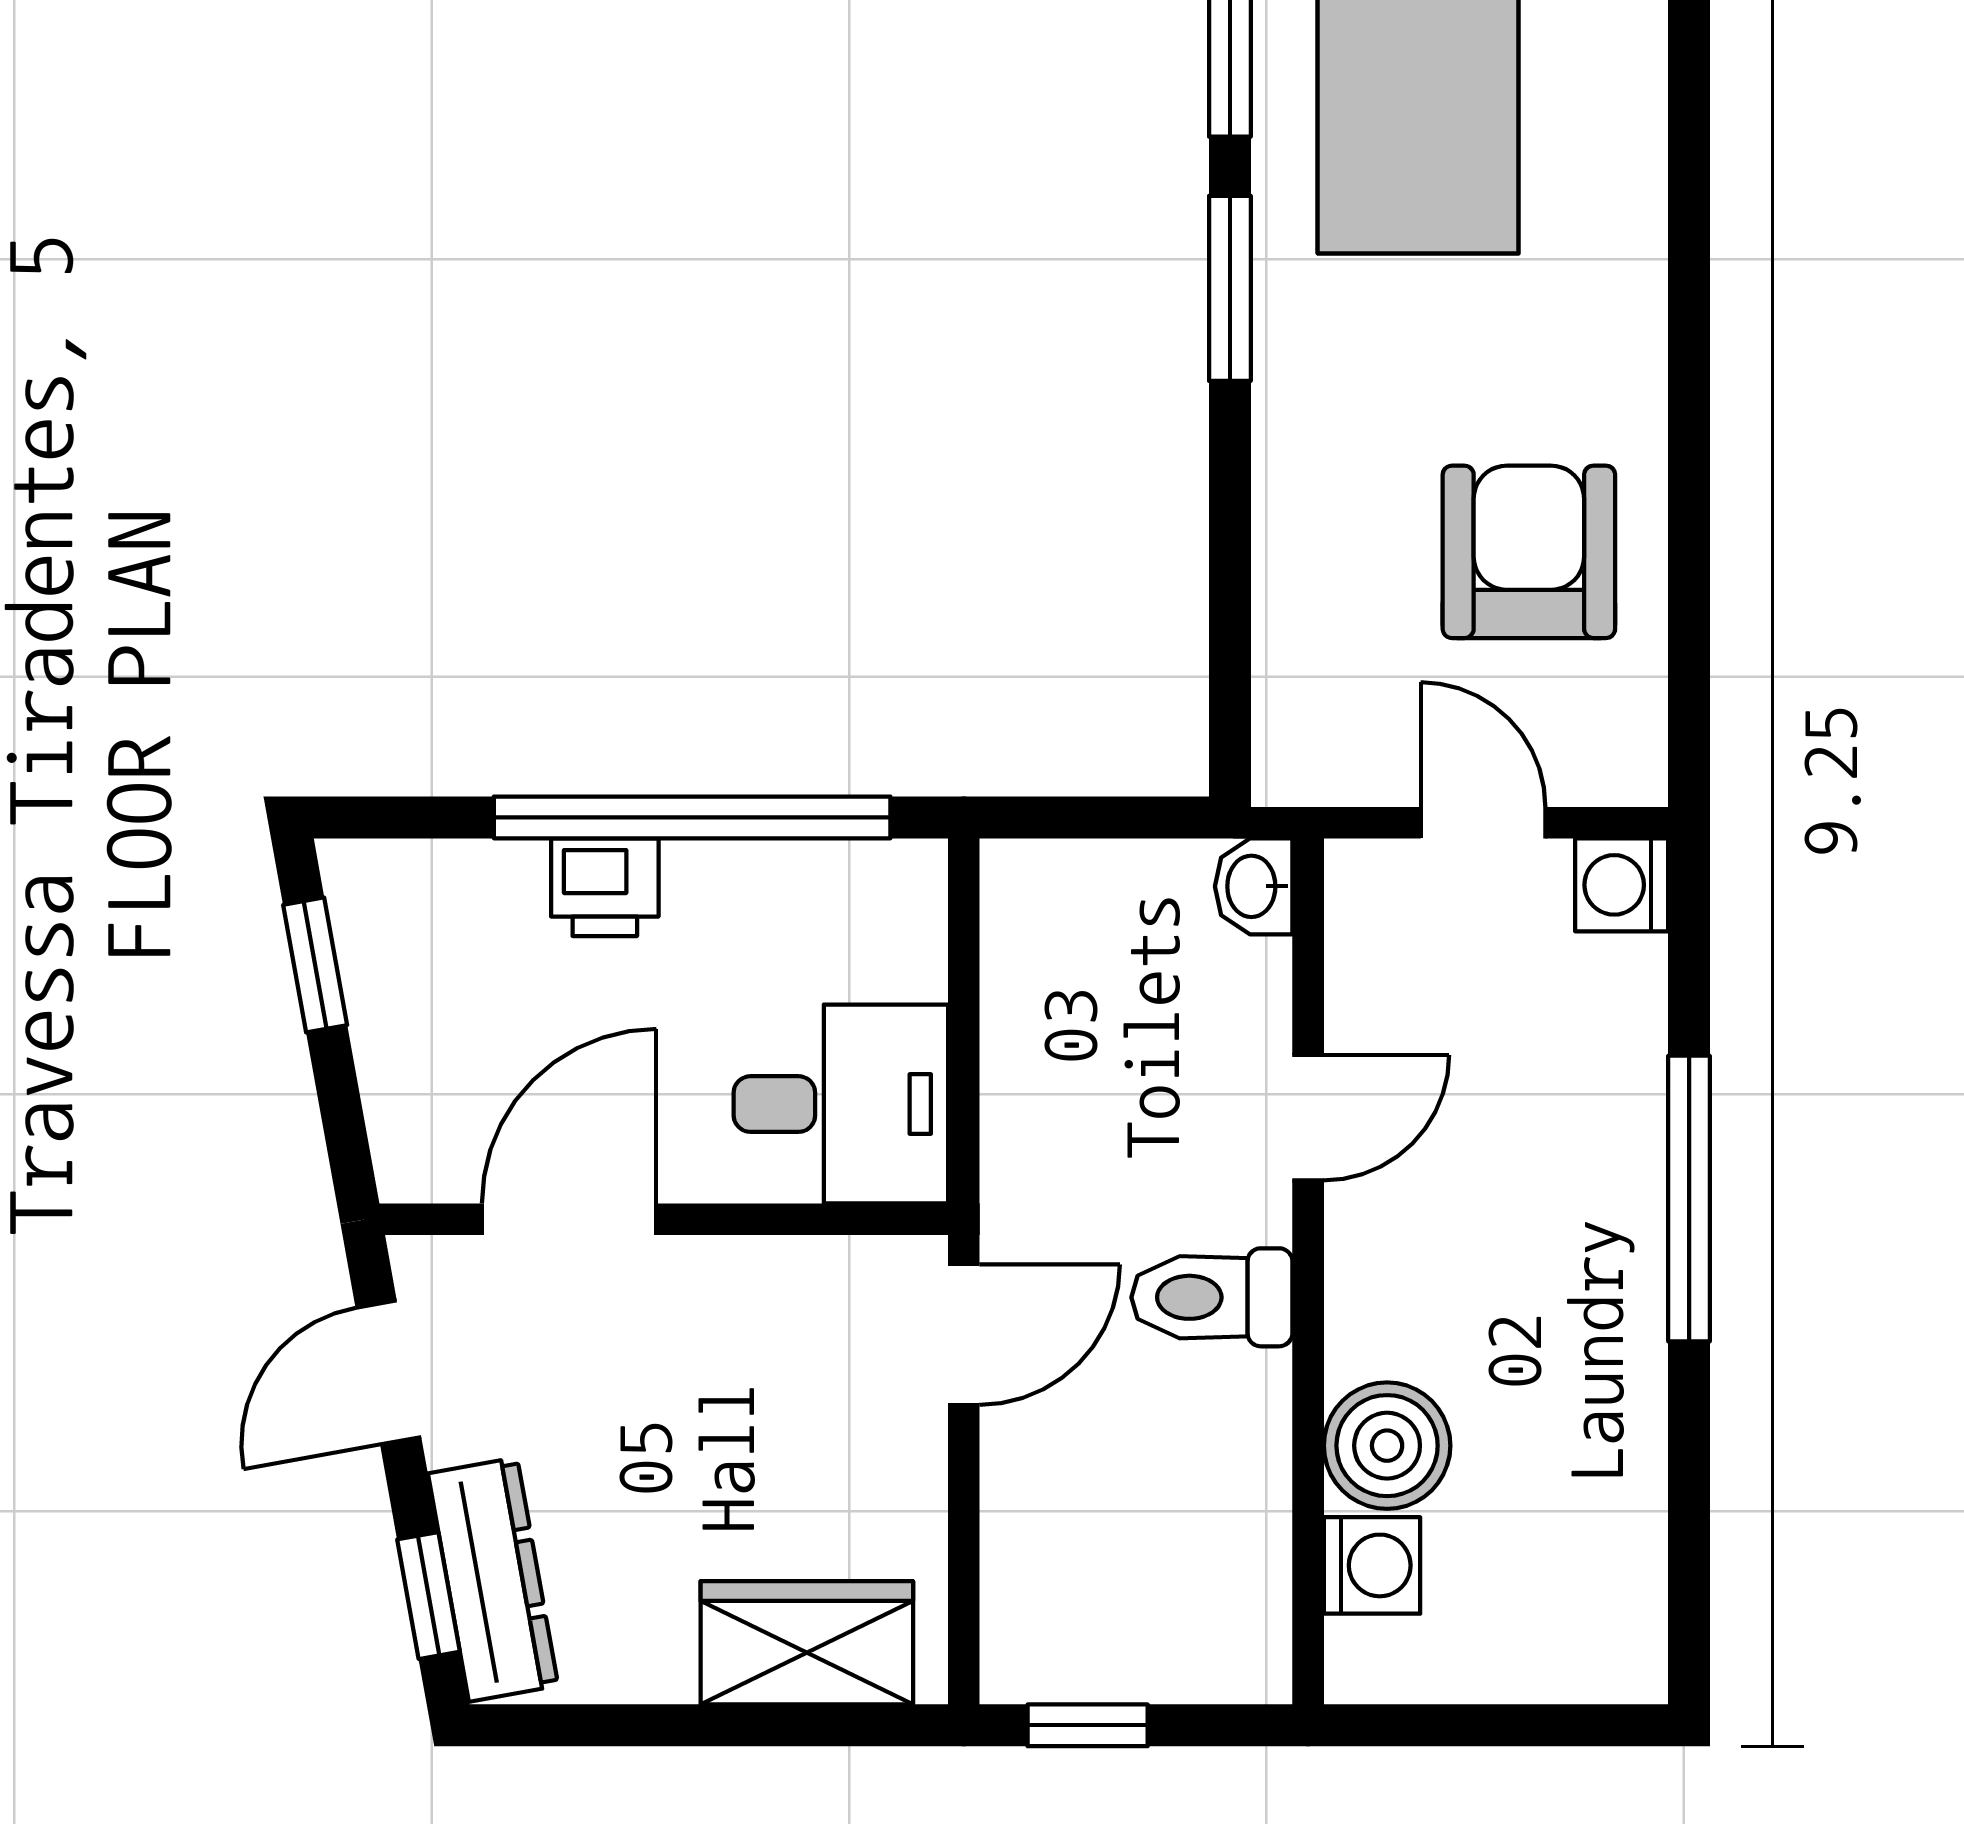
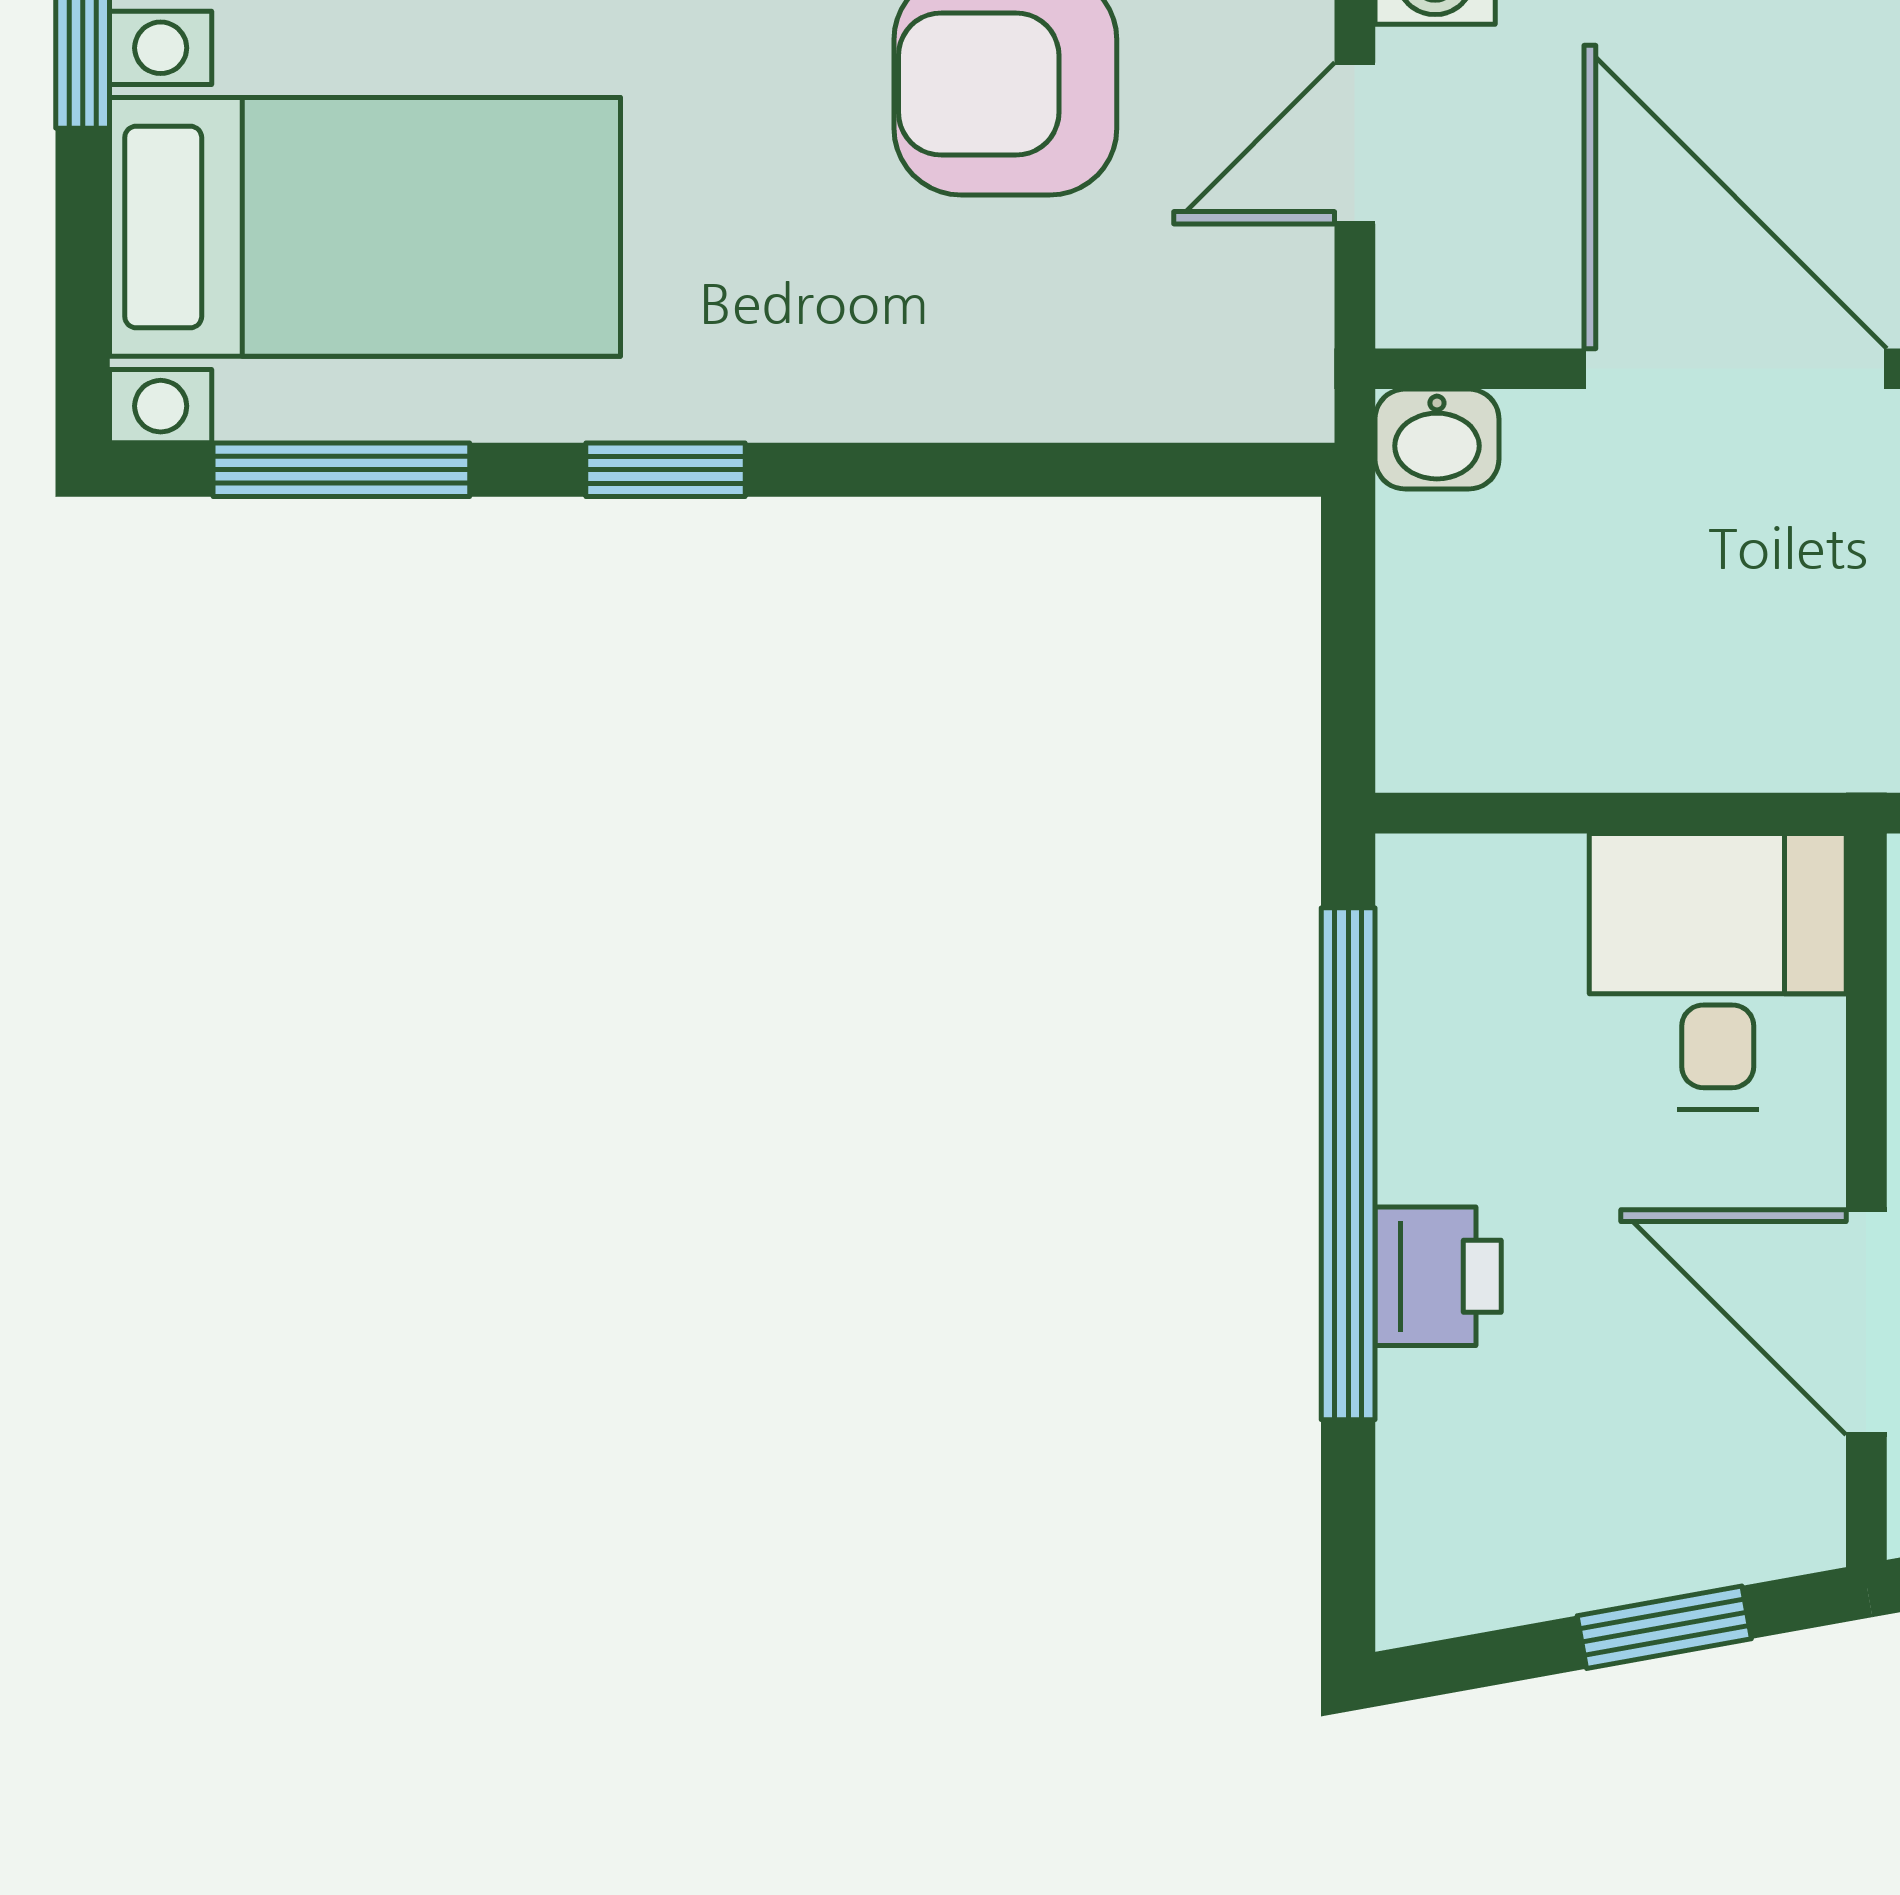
window: (1230, 288) -> (666, 470), width x0.67
window: (315, 965) -> (1664, 1627), moved
door: (1308, 1118) -> (1735, 369), width x1.87

